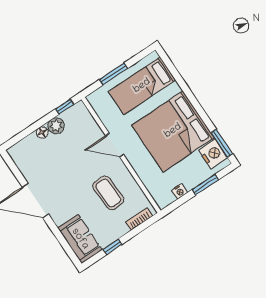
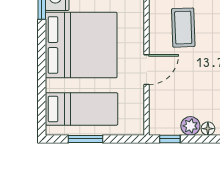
window: (114, 74) -> (85, 139), moved
door: (115, 145) -> (147, 70), hinge flipped

